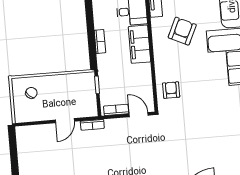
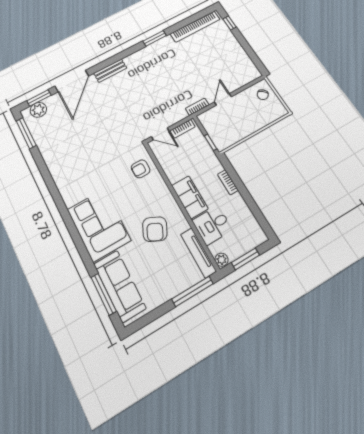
armchair: (171, 90) -> (141, 169), turned 90
chair: (31, 93) -> (263, 95), moved

